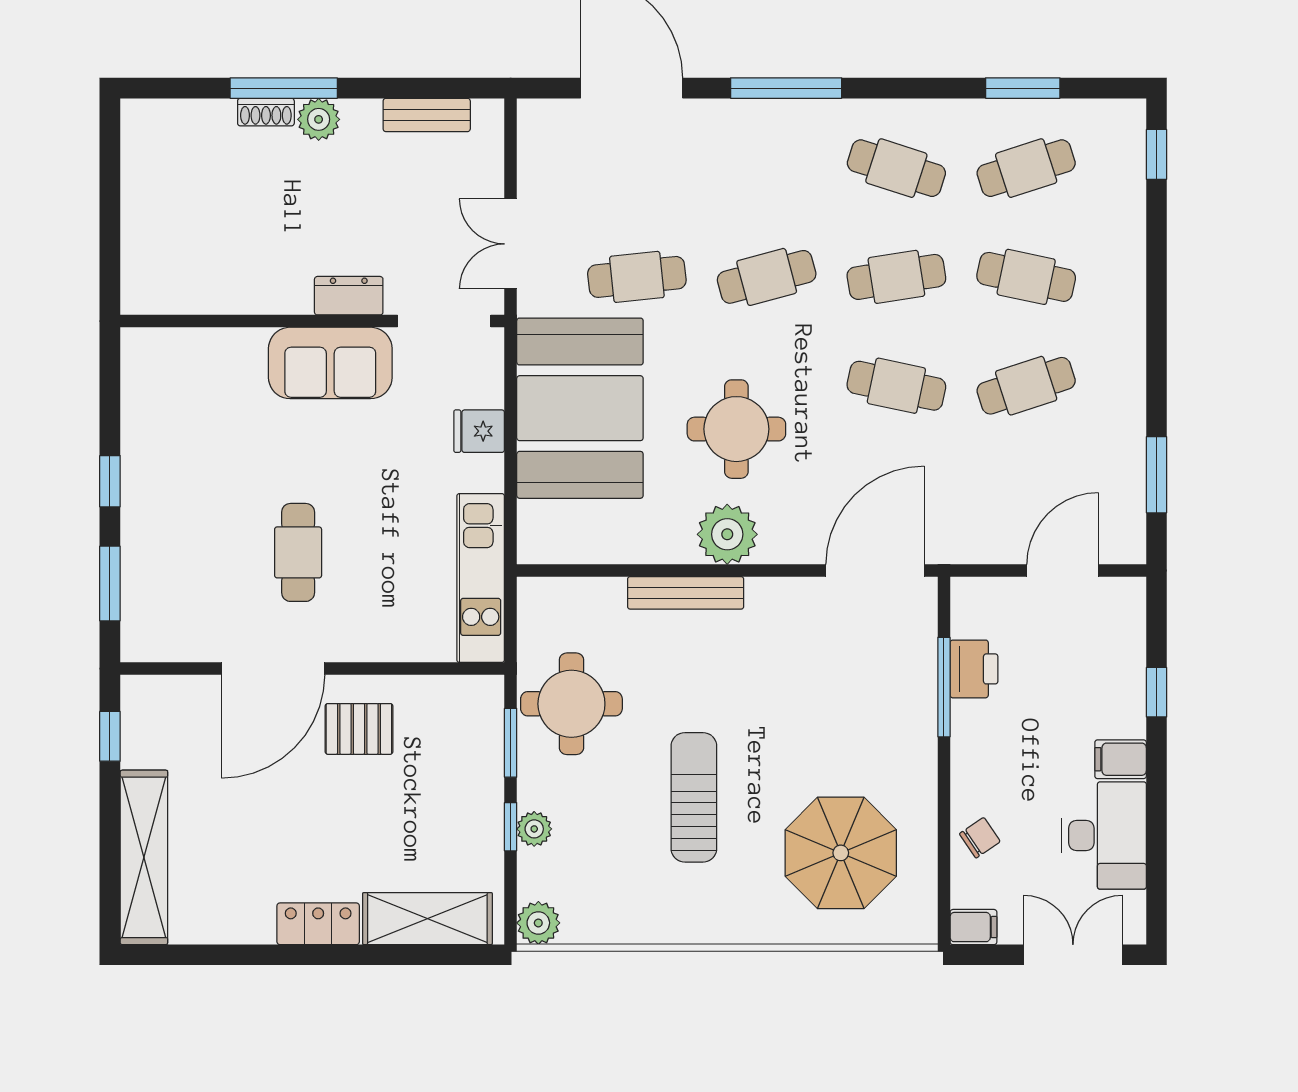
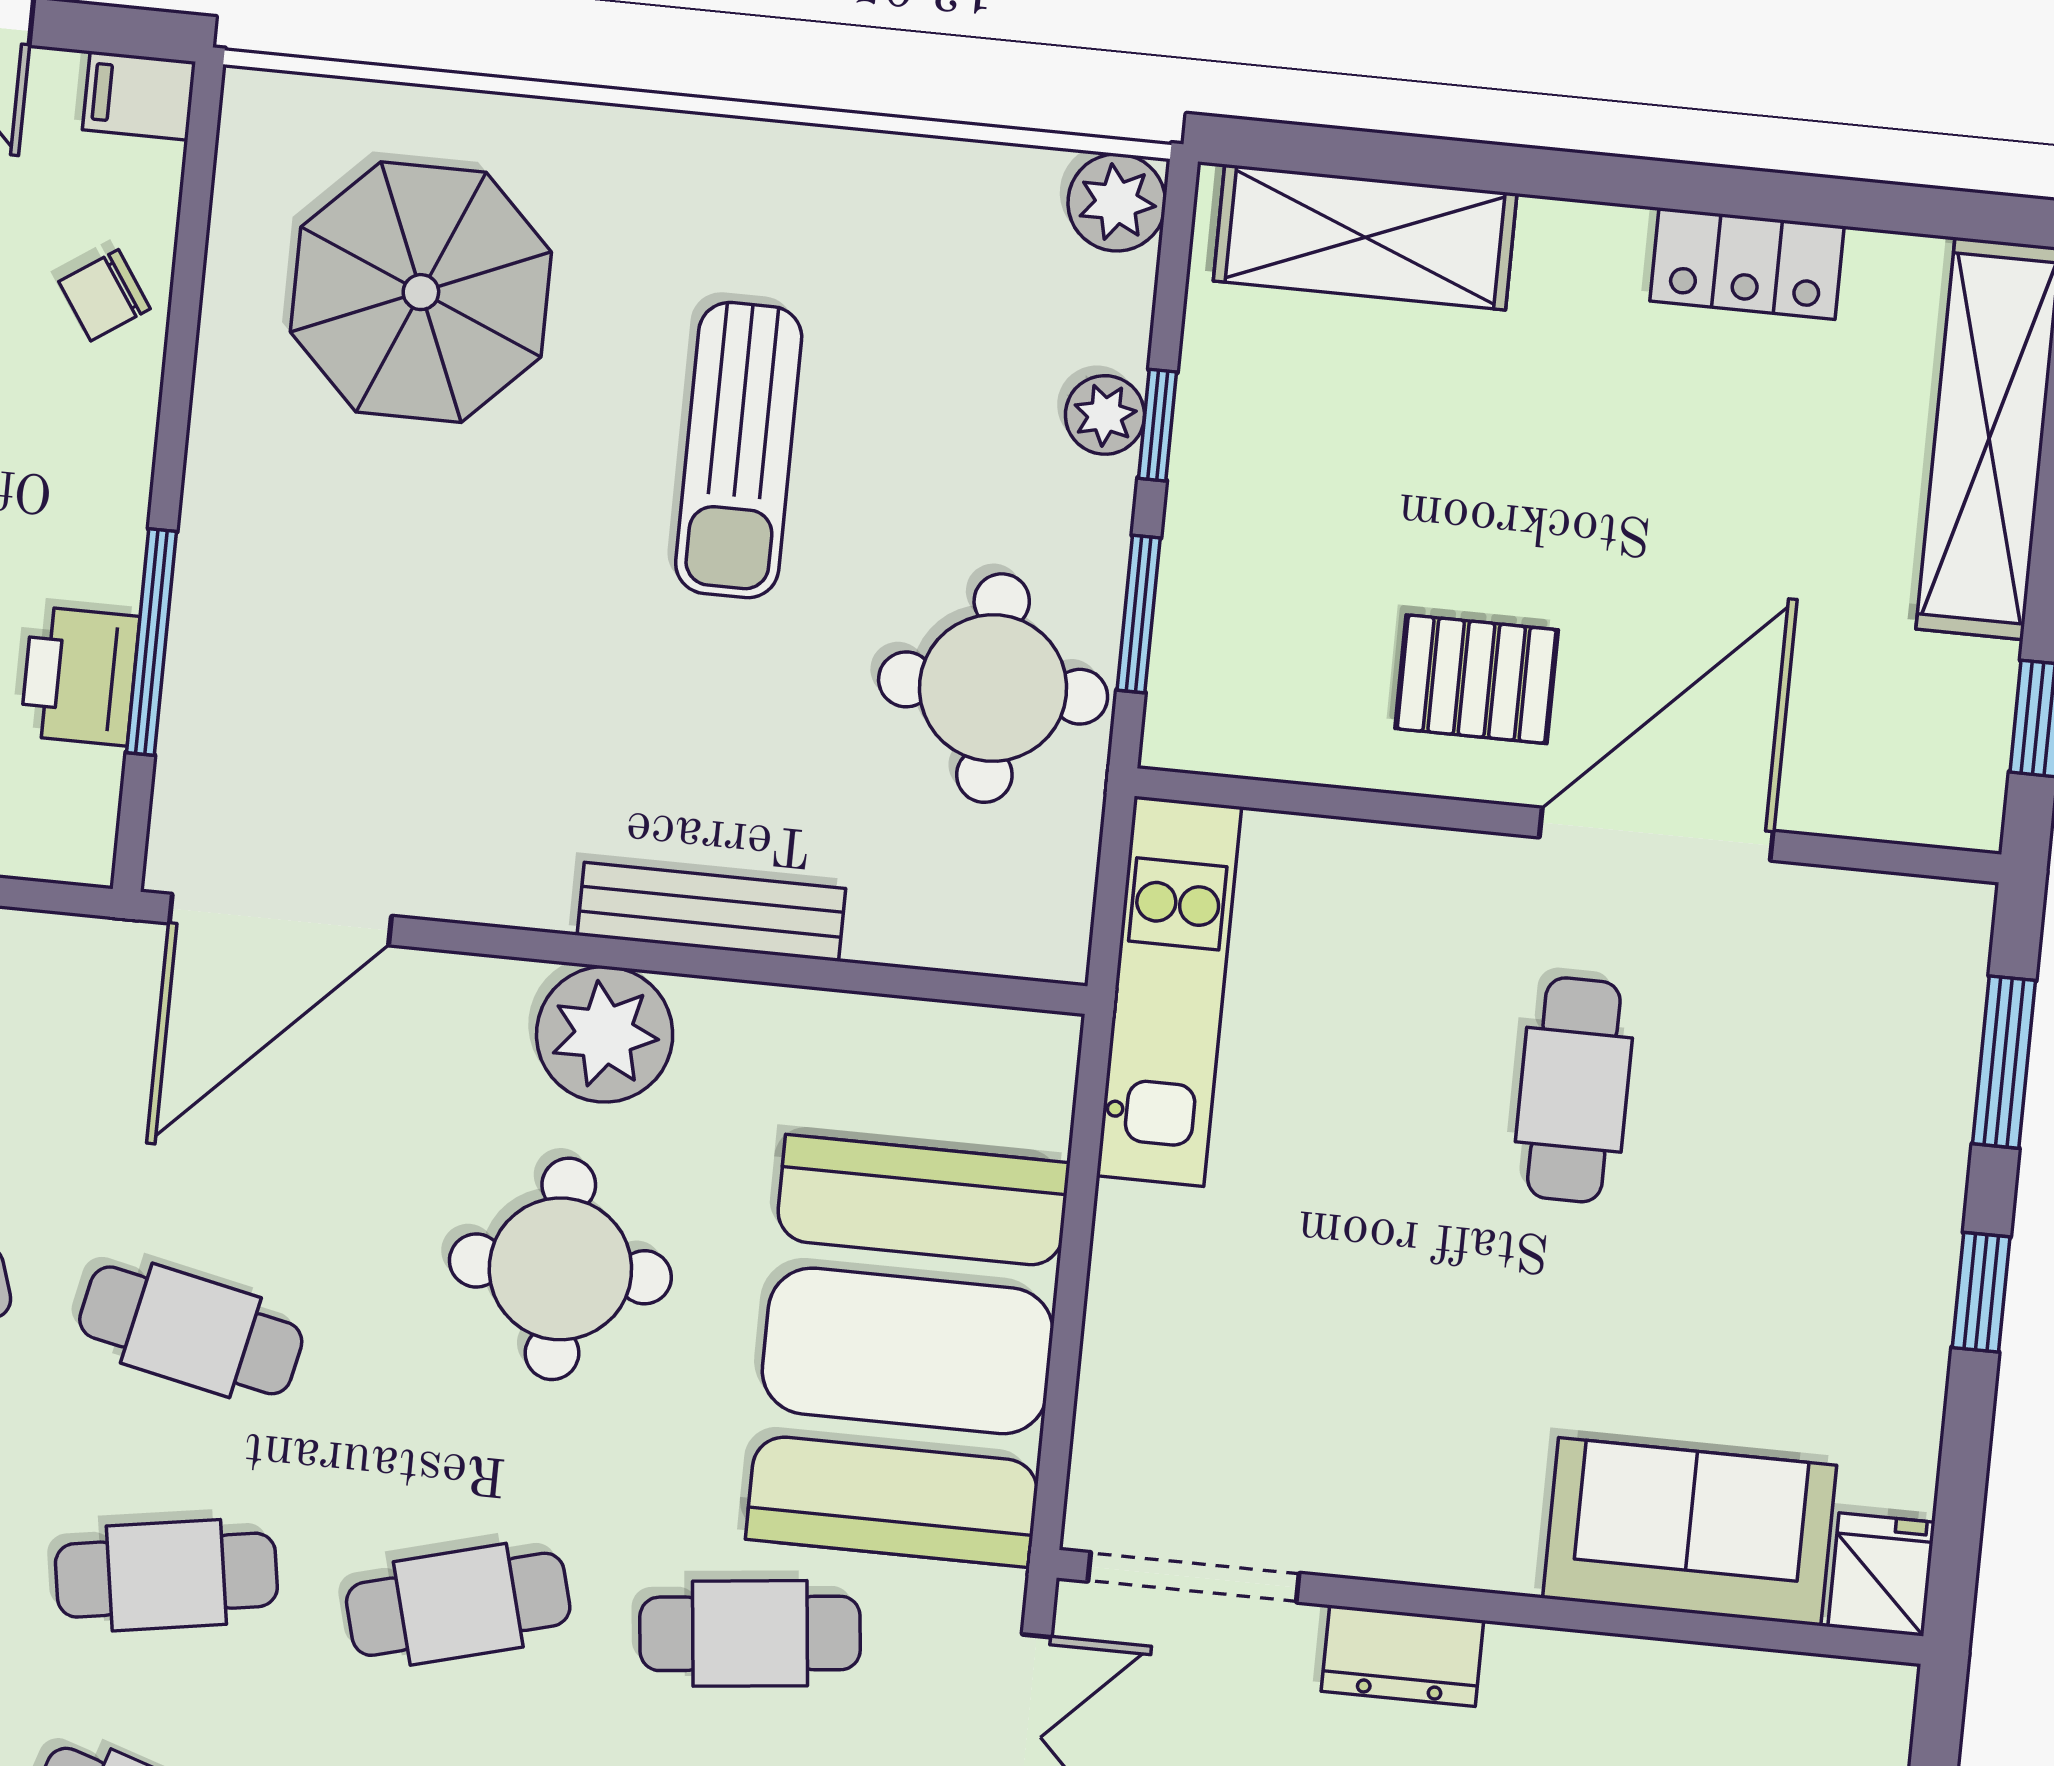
sofa: (330, 363) -> (1690, 1532), moved
fridge: (479, 431) -> (1881, 1574), moved, turned -90
locker: (318, 924) -> (1747, 264), moved

